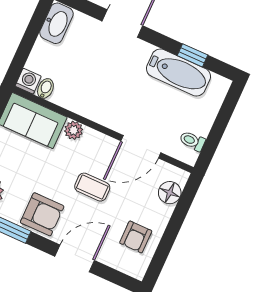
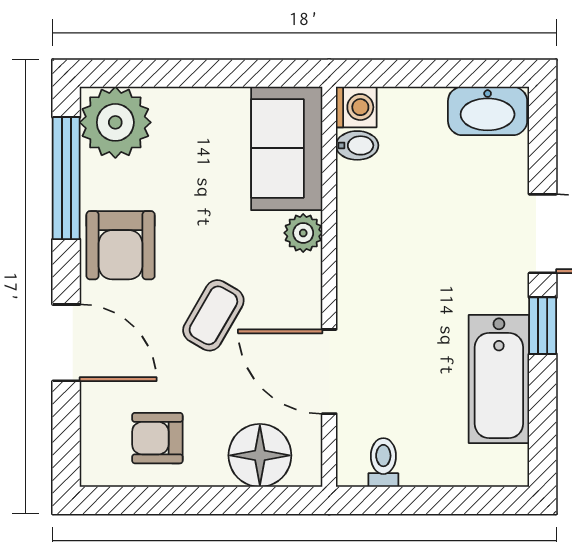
window: (192, 55) -> (543, 326), moved
coffee table: (92, 187) -> (213, 315), turned 30
floor lamp: (170, 193) -> (260, 455), width x1.38, depth x1.38

